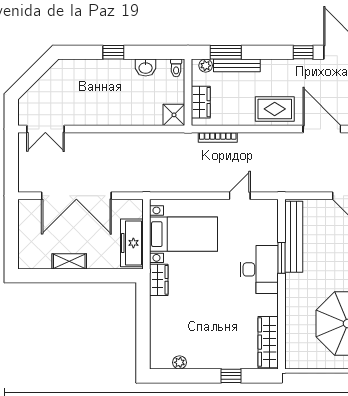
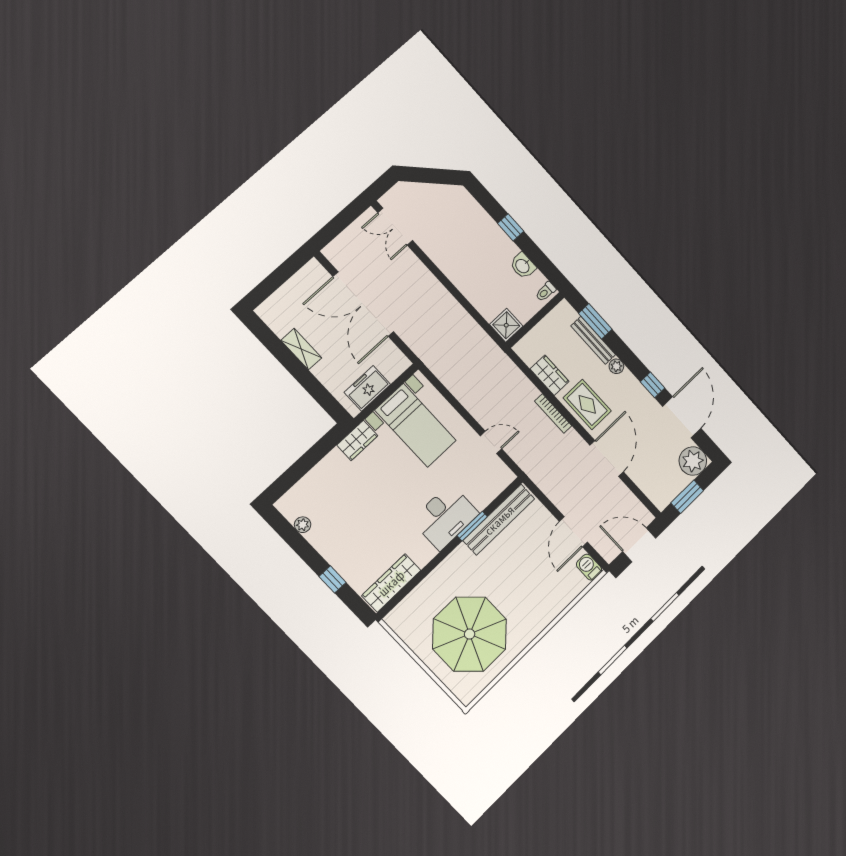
plant: (206, 66) -> (616, 366), moved
wardrobe: (201, 102) -> (550, 375), moved, turned -90
bookcase: (218, 137) -> (553, 414), moved
freezer: (132, 243) -> (367, 388), width x0.71

